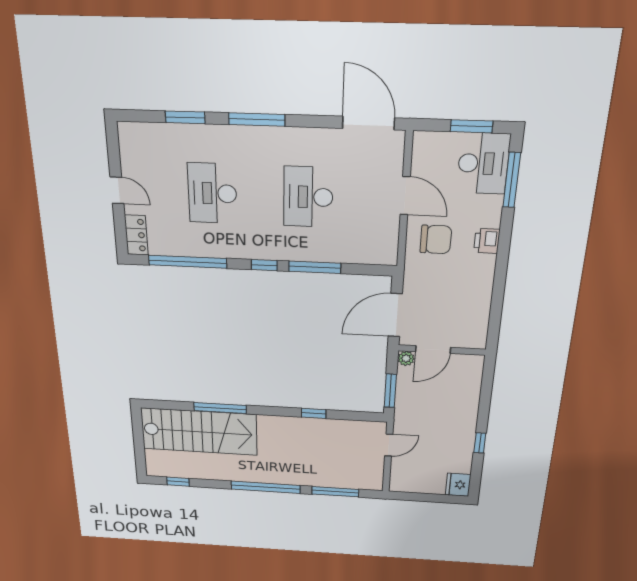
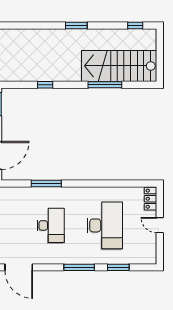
desk: (212, 193) -> (105, 225), width x1.36, depth x1.30
window: (188, 262) -> (121, 183), removed
window: (264, 265) -> (76, 183), removed
window: (266, 487) -> (76, 25), width x0.47
window: (335, 492) -> (30, 25), removed

